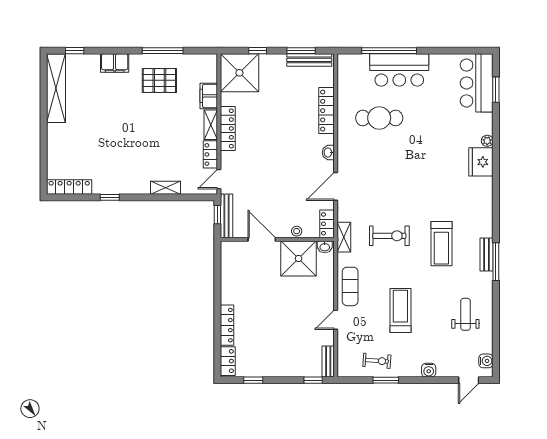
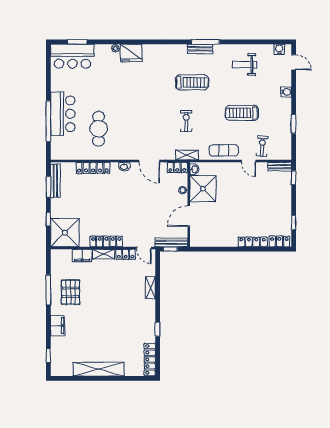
shelving: (56, 88) -> (99, 369), moved
exercise bike: (389, 236) -> (186, 121), width x0.73, depth x0.72
exercise bike: (377, 361) -> (262, 146), moved

